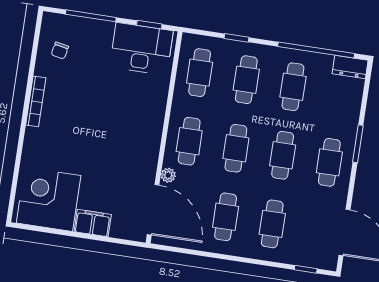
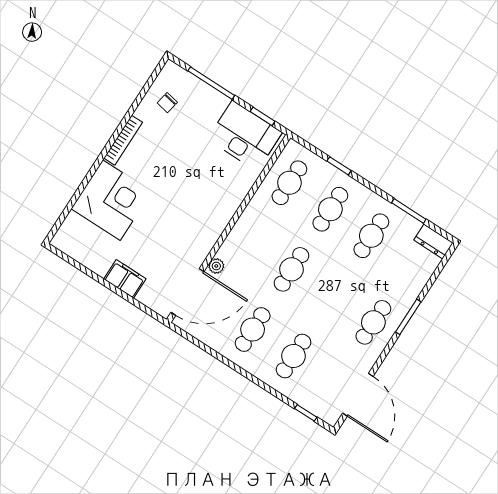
window: (316, 50) -> (409, 211), width x0.47
cafe table: (189, 141) -> (251, 243), removed
cafe table: (283, 155) -> (332, 296), removed
corner desk: (49, 199) -> (111, 200), moved, turned 90
door: (153, 210) -> (187, 292), hinge flipped

